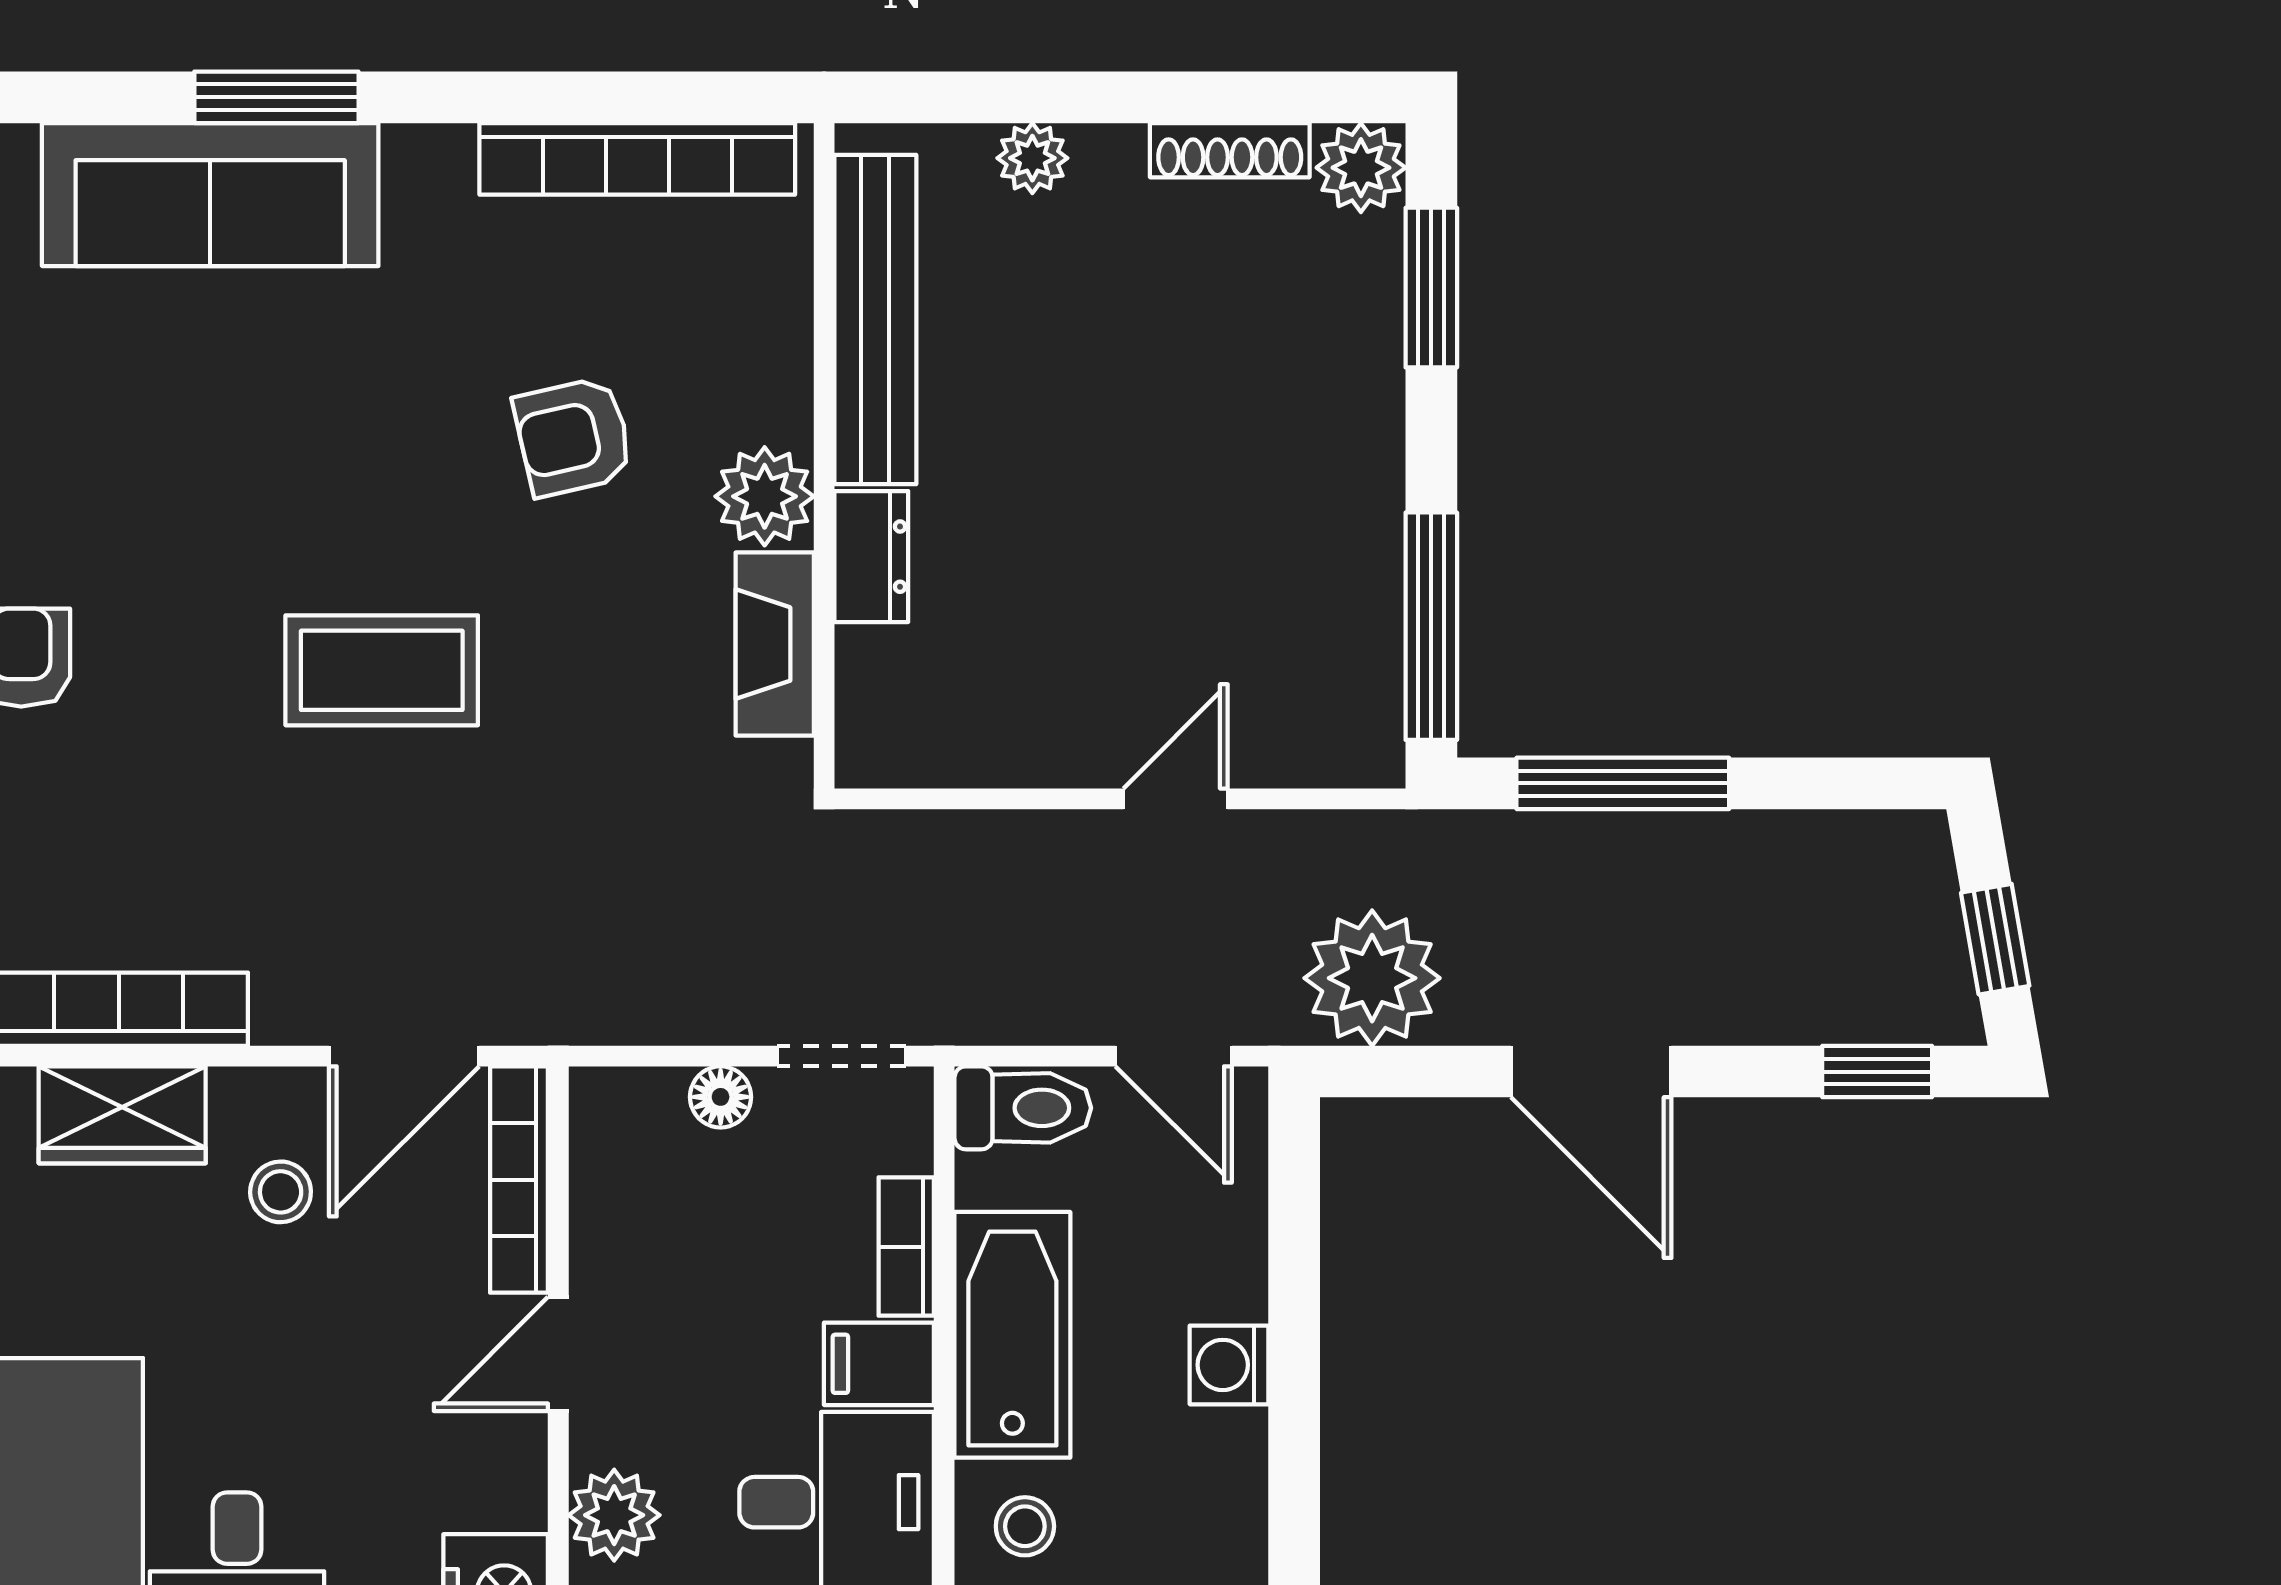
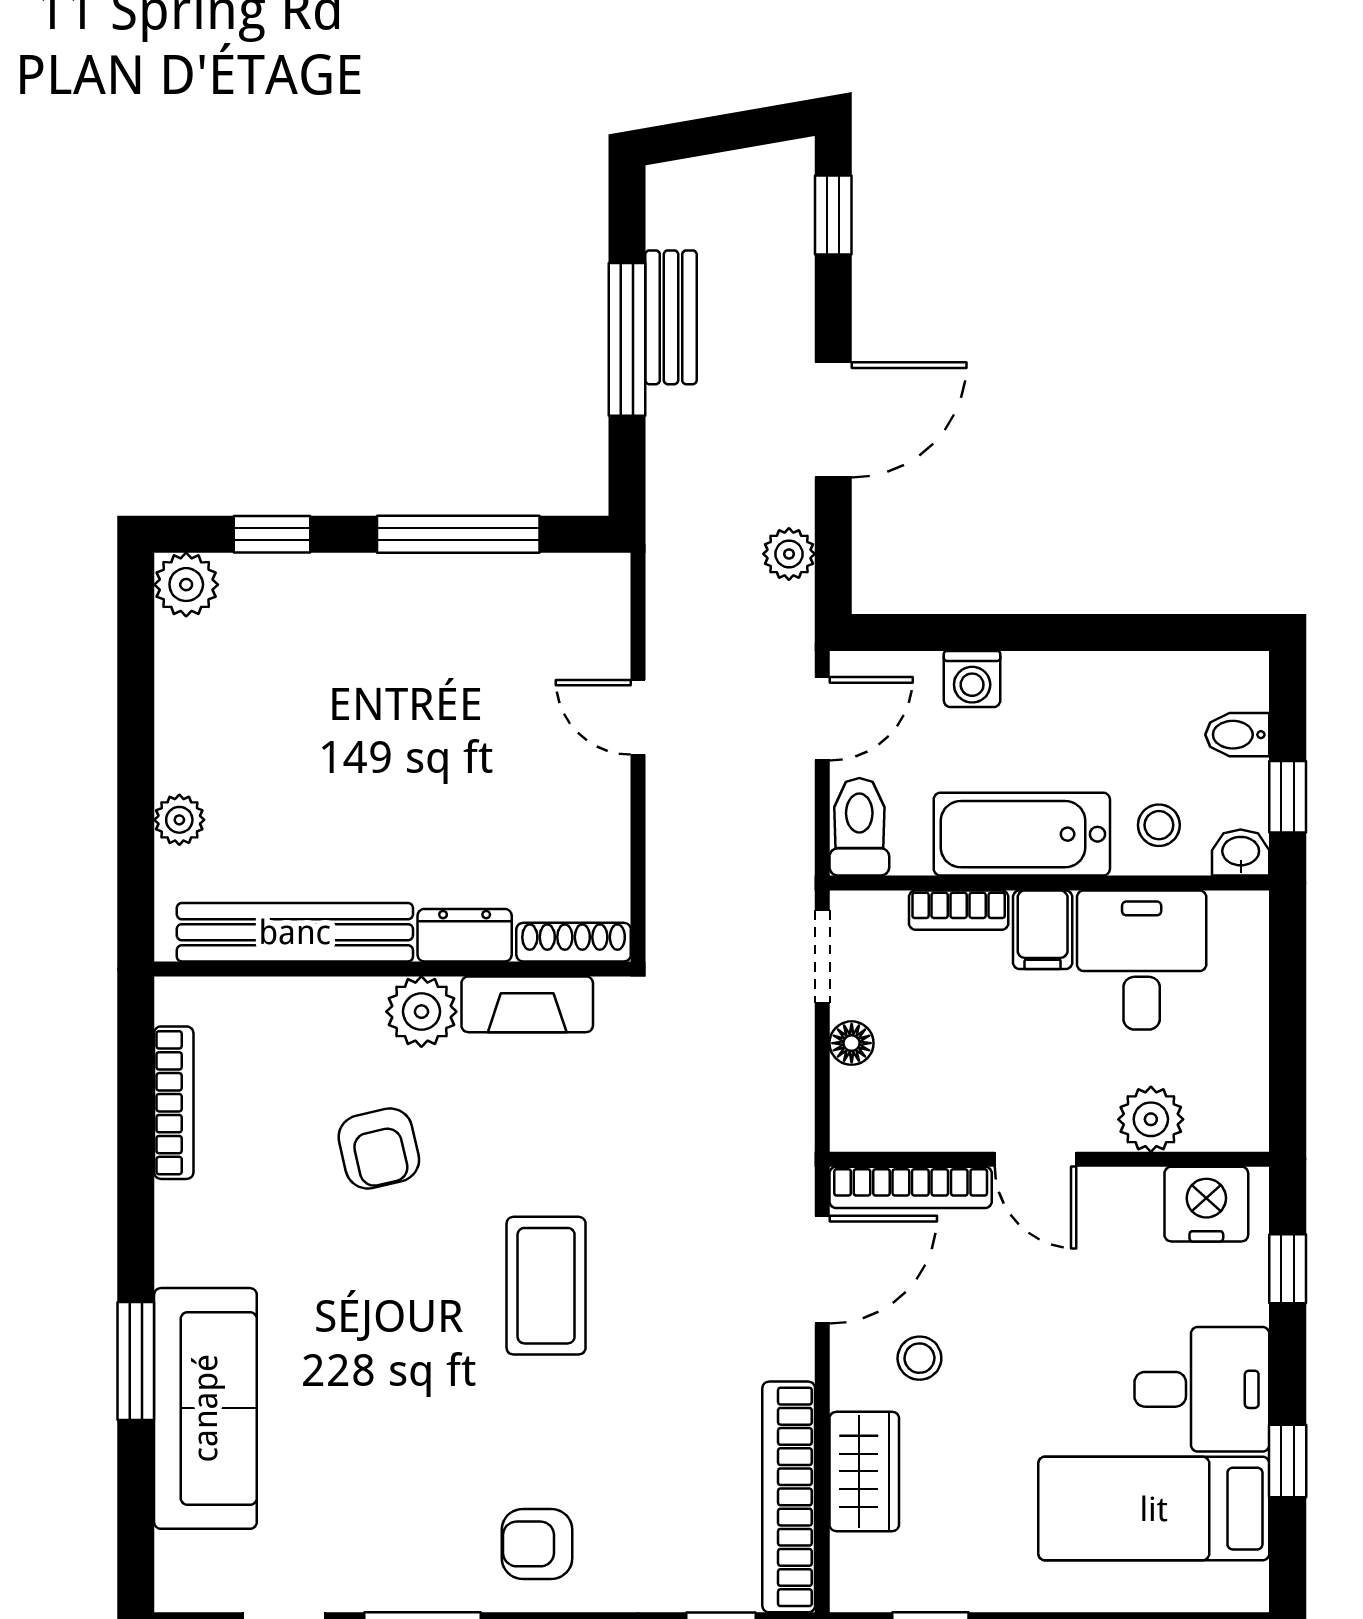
shoe rack: (1230, 150) -> (574, 942), moved, turned -90
bookcase: (637, 159) -> (174, 1103), width x0.68, depth x0.76
window: (1431, 288) -> (272, 534), width x0.67
window: (1431, 626) -> (458, 534), moved
window: (1623, 783) -> (627, 339), moved
bench: (1734, 845) -> (671, 317), added
window: (1995, 939) -> (739, 130), removed
plant: (1372, 978) -> (789, 554), width x0.53, depth x0.53
door: (404, 1056) -> (822, 1270), hinge flipped
washing machine: (1229, 1365) -> (972, 679), moved

